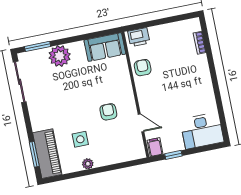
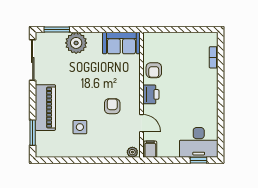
printer: (139, 37) -> (151, 94), moved, turned -90
armchair: (143, 68) -> (154, 70), turned 180
piano: (47, 154) -> (45, 108), moved
window: (173, 155) -> (198, 160), moved
plant: (88, 164) -> (132, 152), moved

